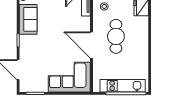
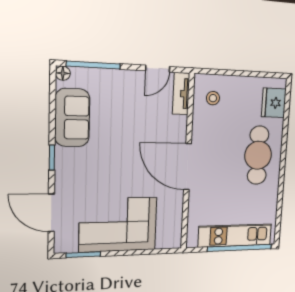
cafe table: (116, 36) -> (258, 155), moved
corner sofa: (69, 77) -> (118, 225), moved

